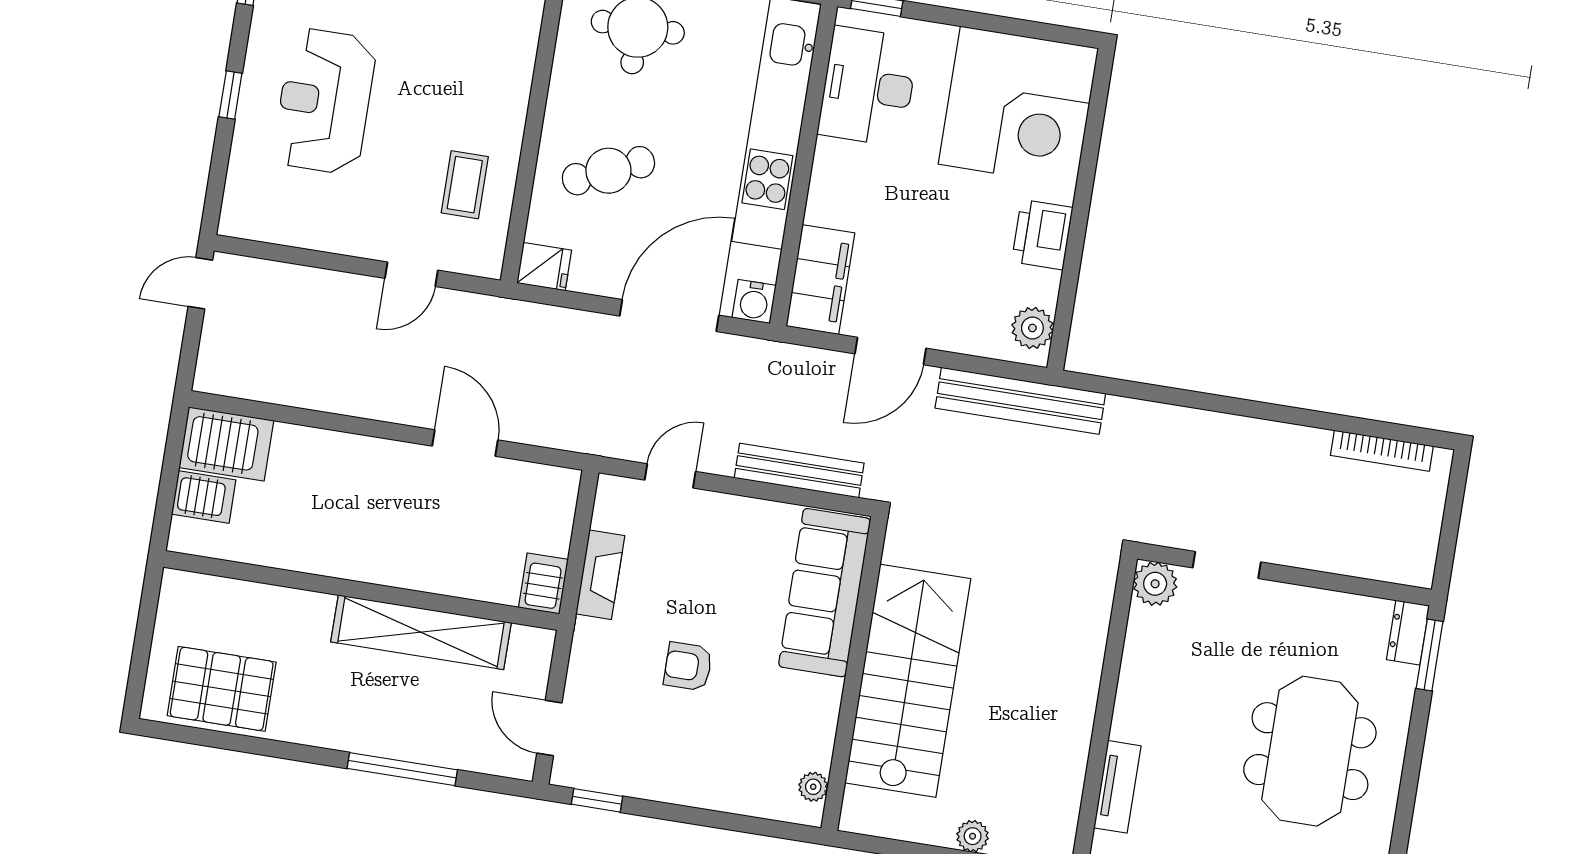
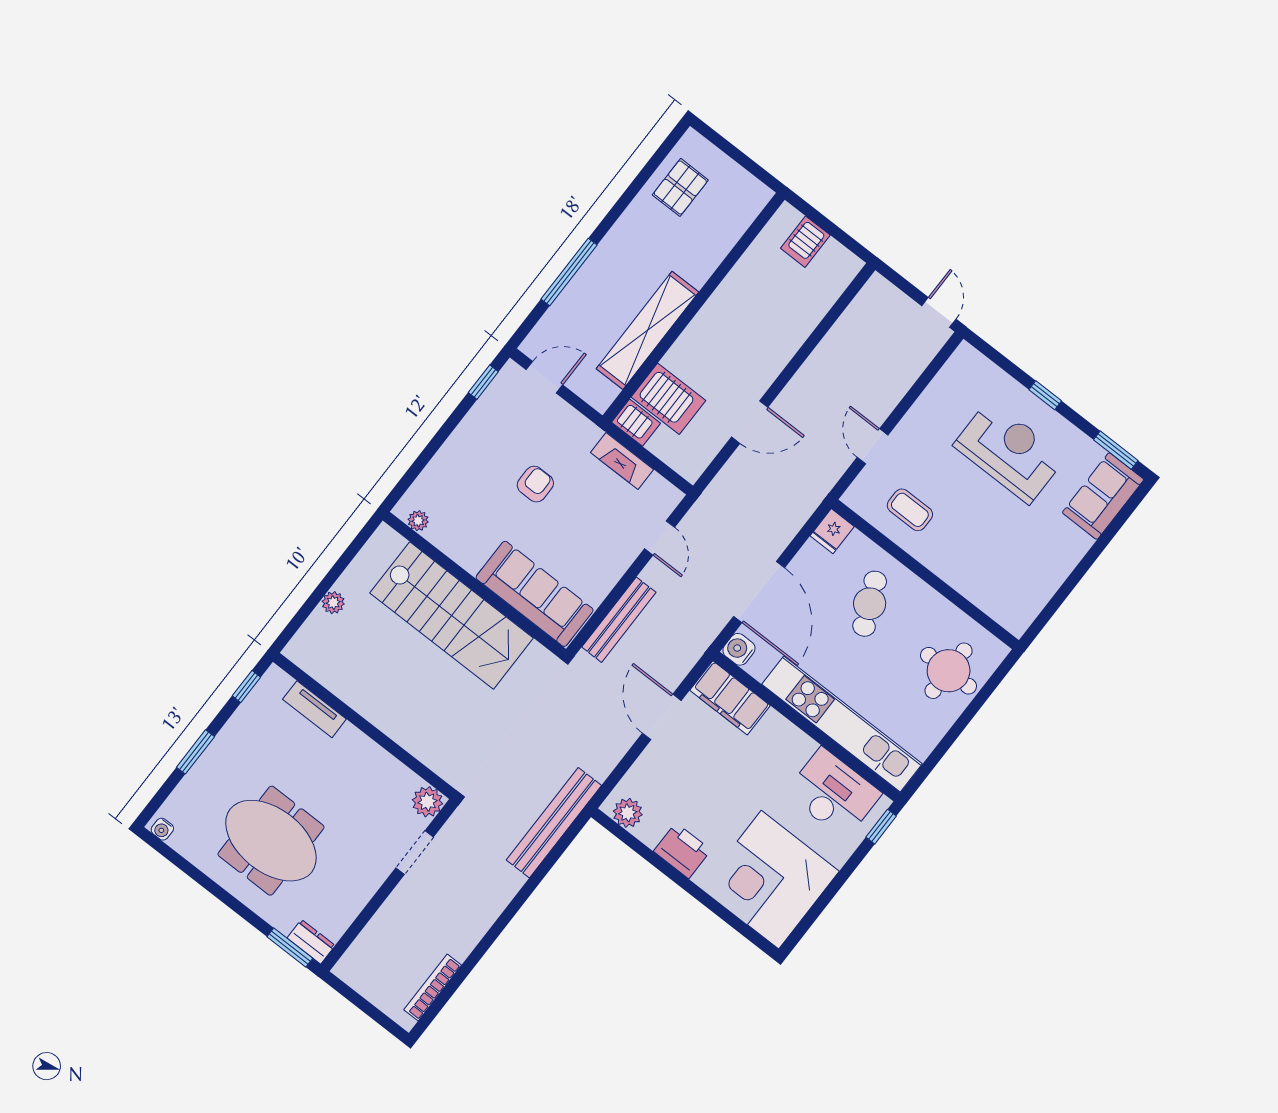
bench: (1020, 401) -> (554, 823), moved
server rack: (226, 444) -> (668, 399), moved, turned -90
pallet: (222, 689) -> (680, 187), width x0.67, depth x0.71

